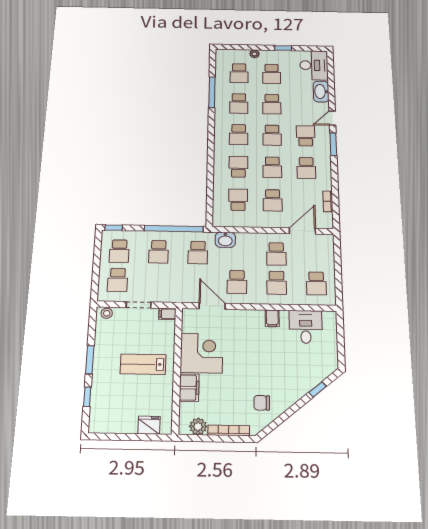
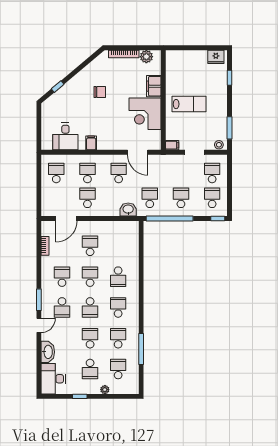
school desk: (272, 74) -> (90, 369), turned 180
school desk: (272, 135) -> (90, 307), turned 180
school desk: (238, 200) -> (118, 246), removed
window: (90, 360) -> (229, 128), moved
chair: (262, 403) -> (100, 92), moved
fridge: (149, 425) -> (216, 57), moved

